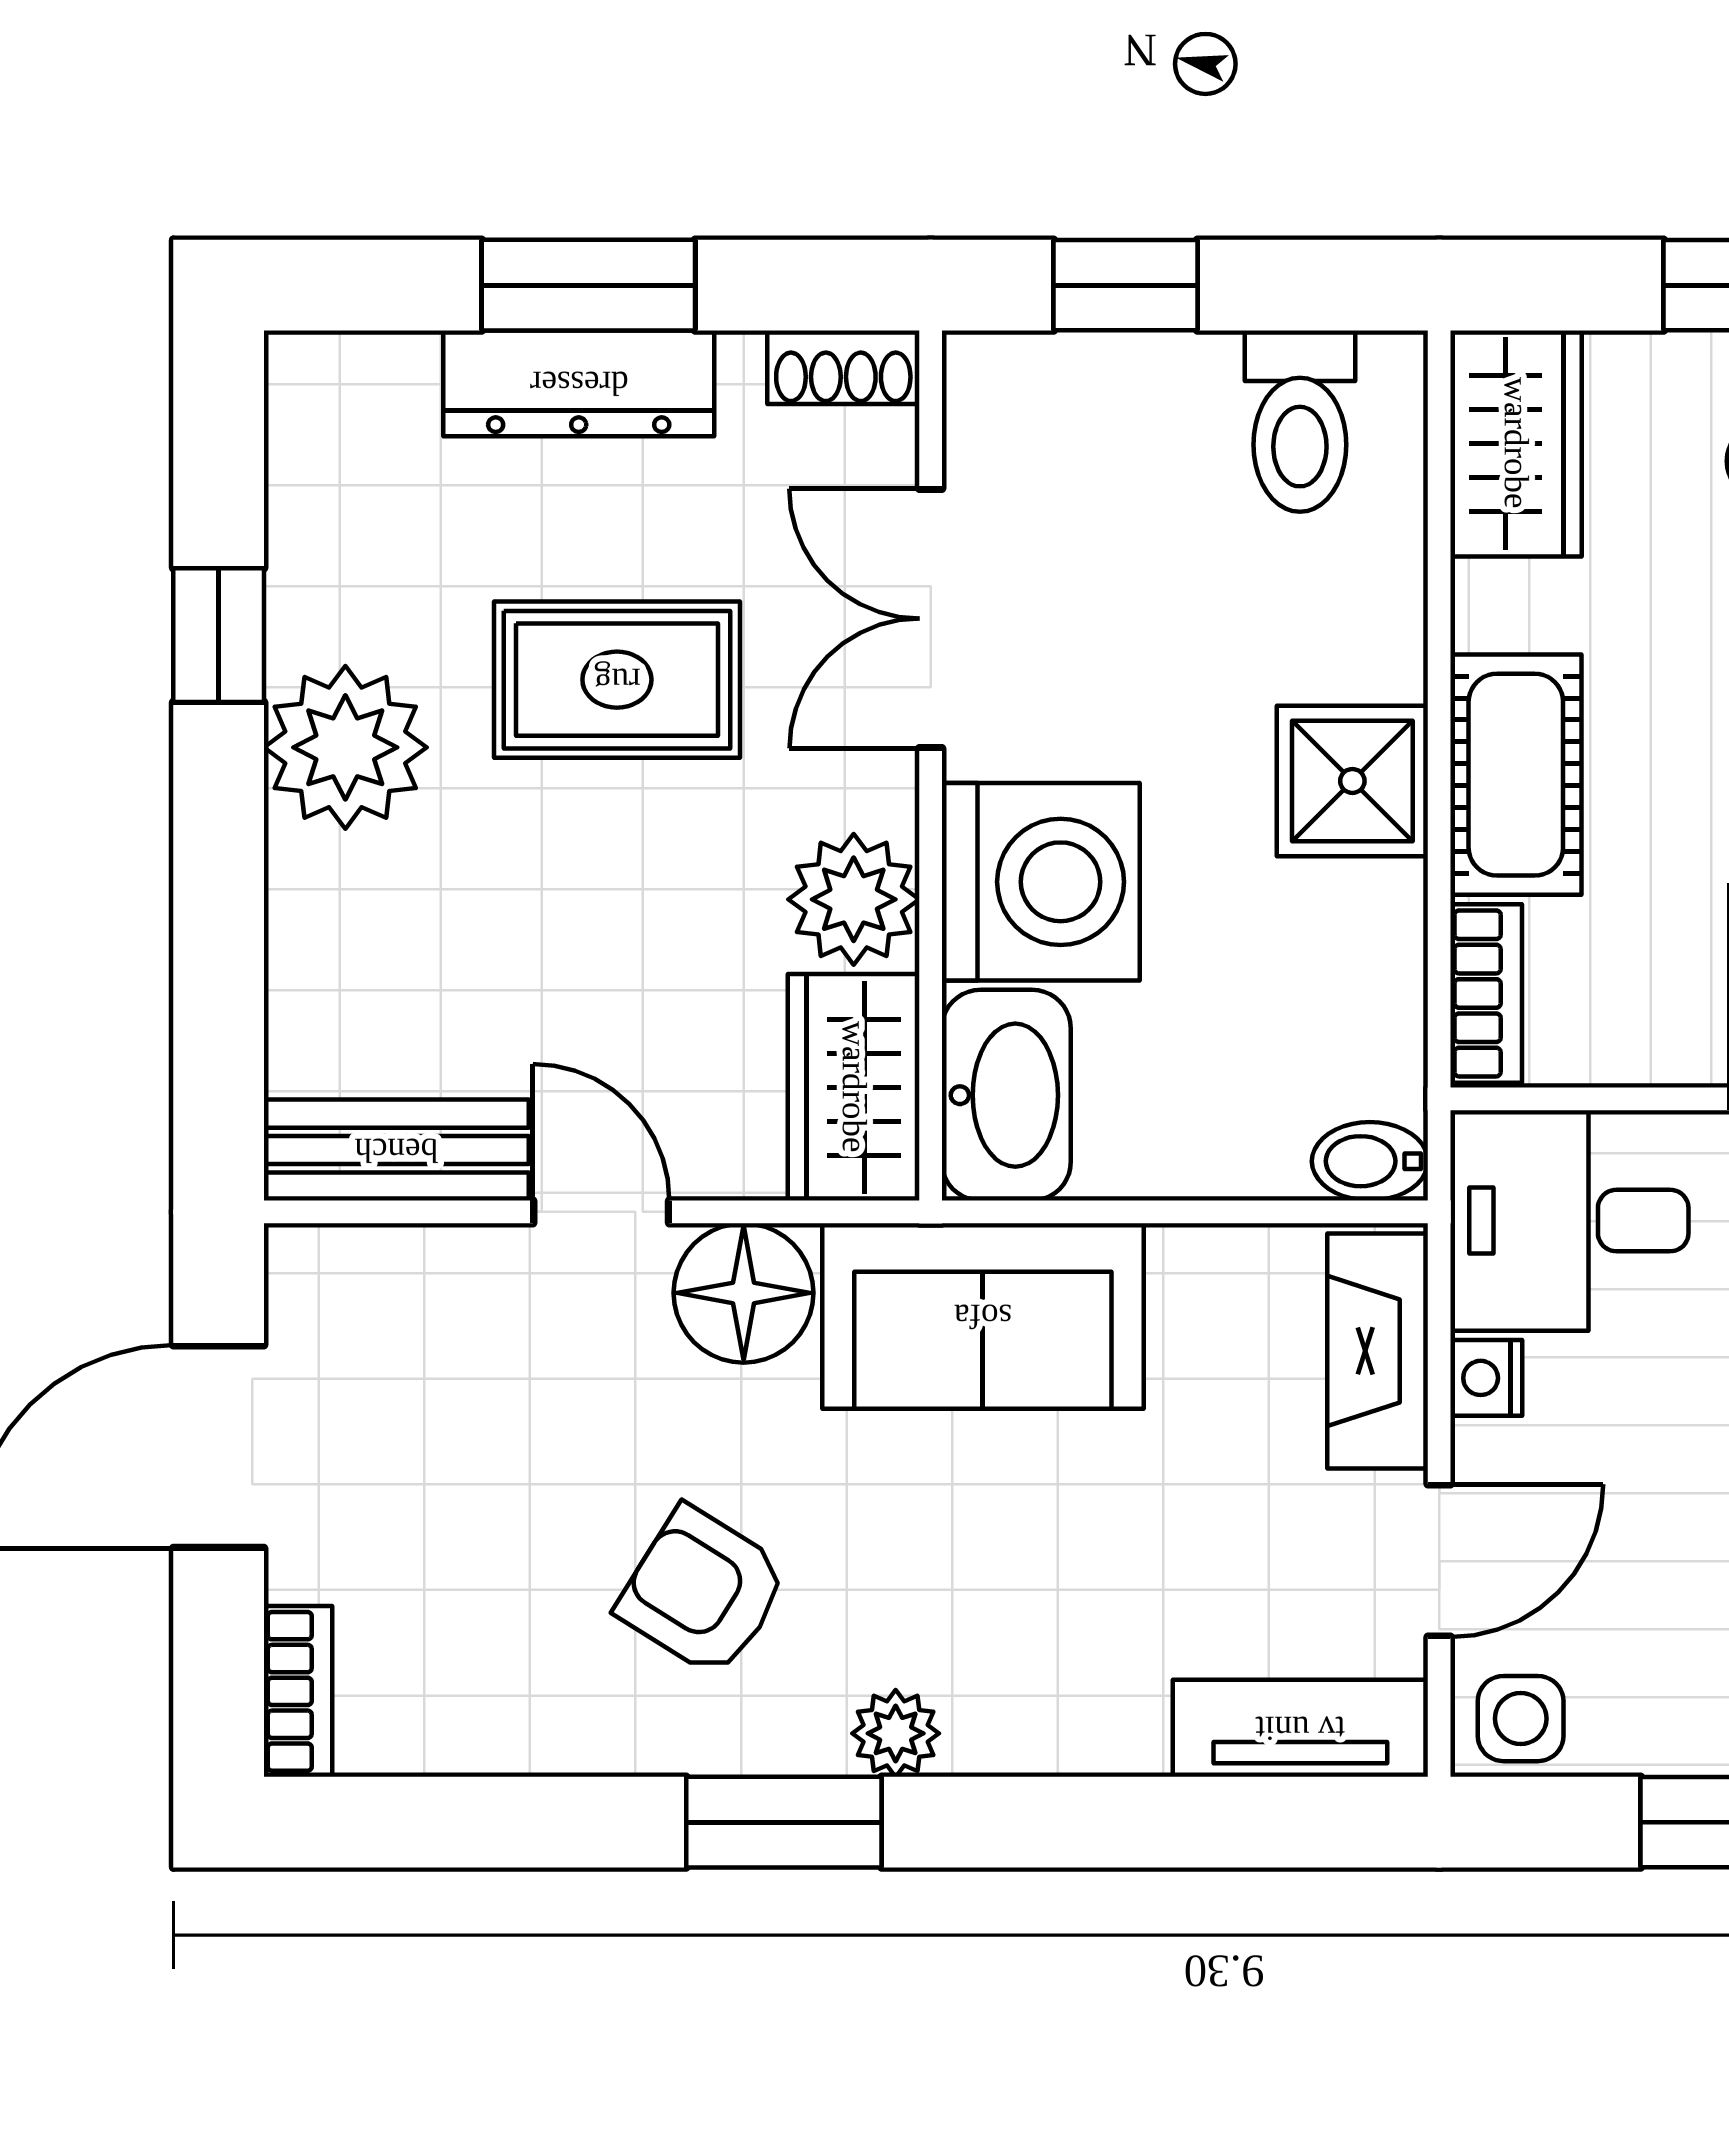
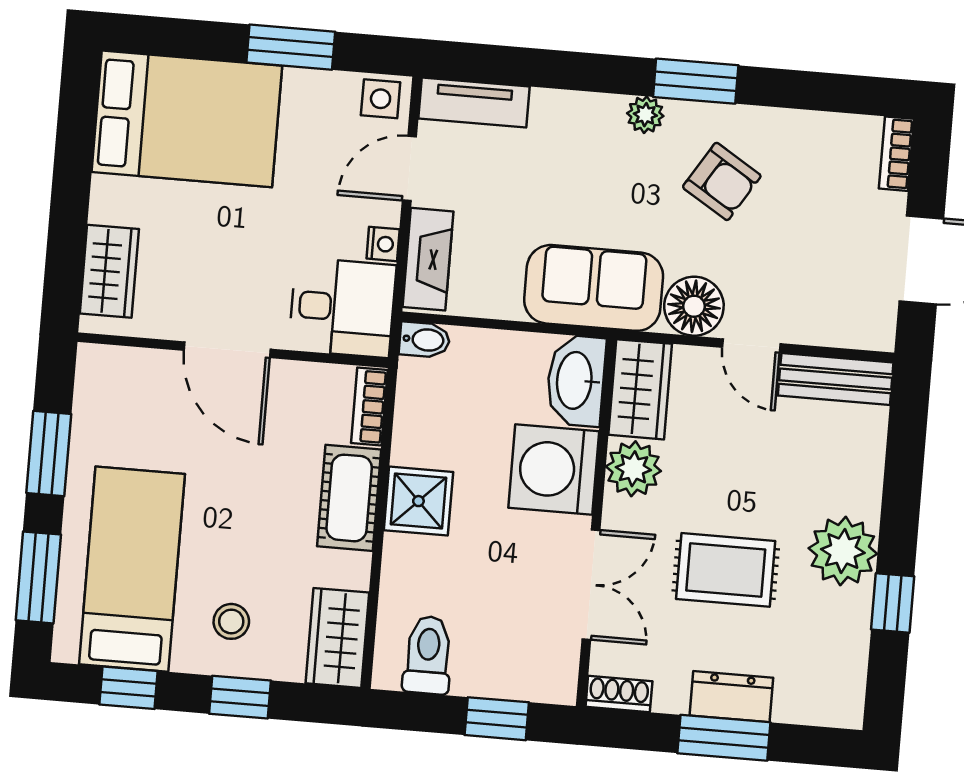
dresser: (579, 383) -> (731, 697), width x0.70

